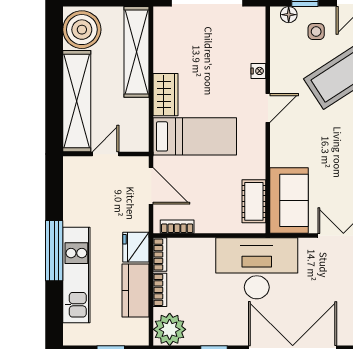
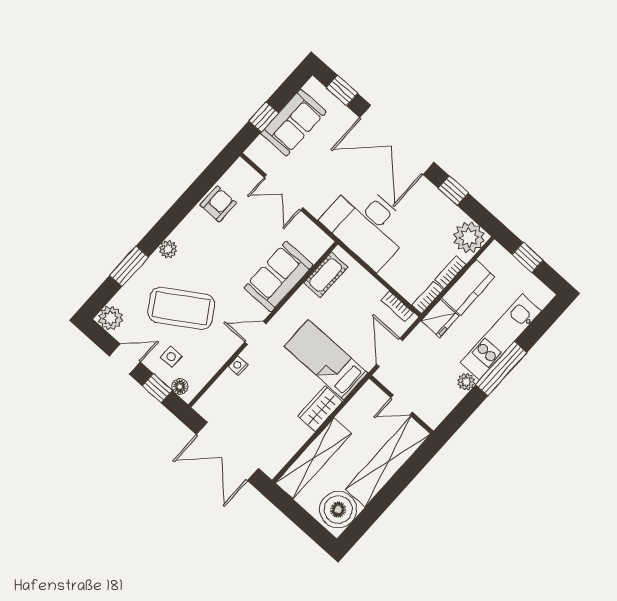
sofa: (289, 200) -> (279, 276), moved
plant: (72, 216) -> (466, 382), added

